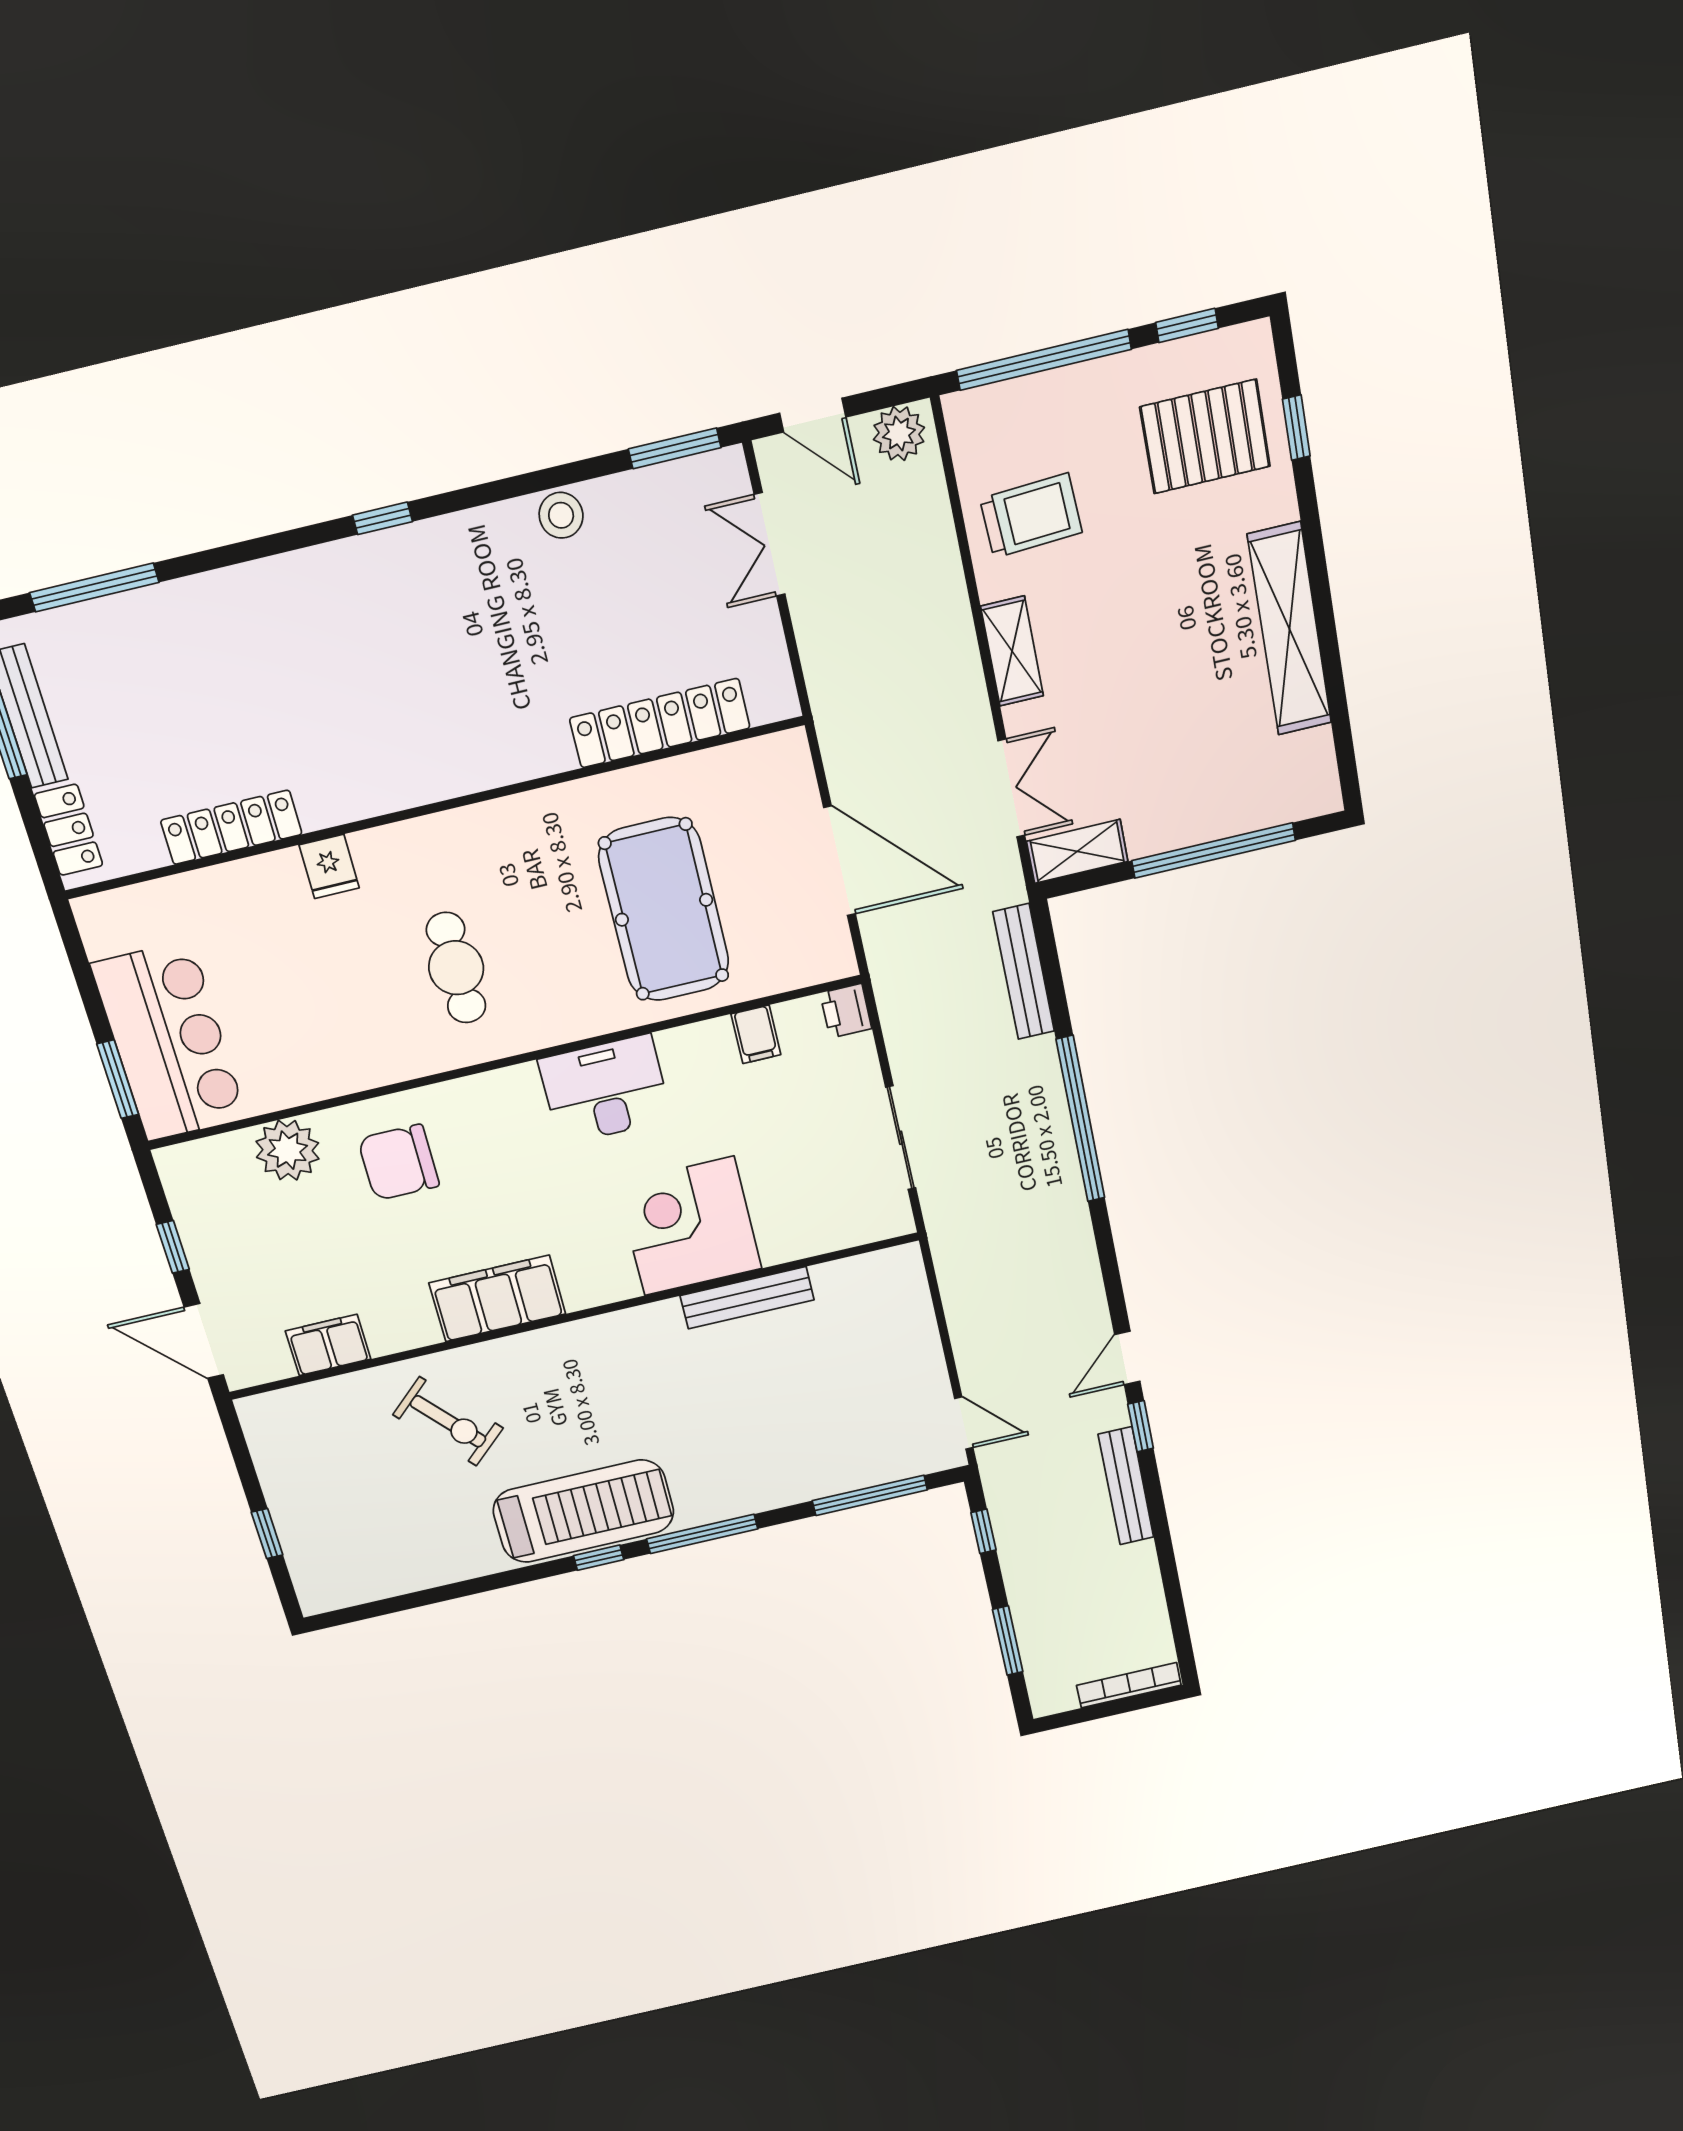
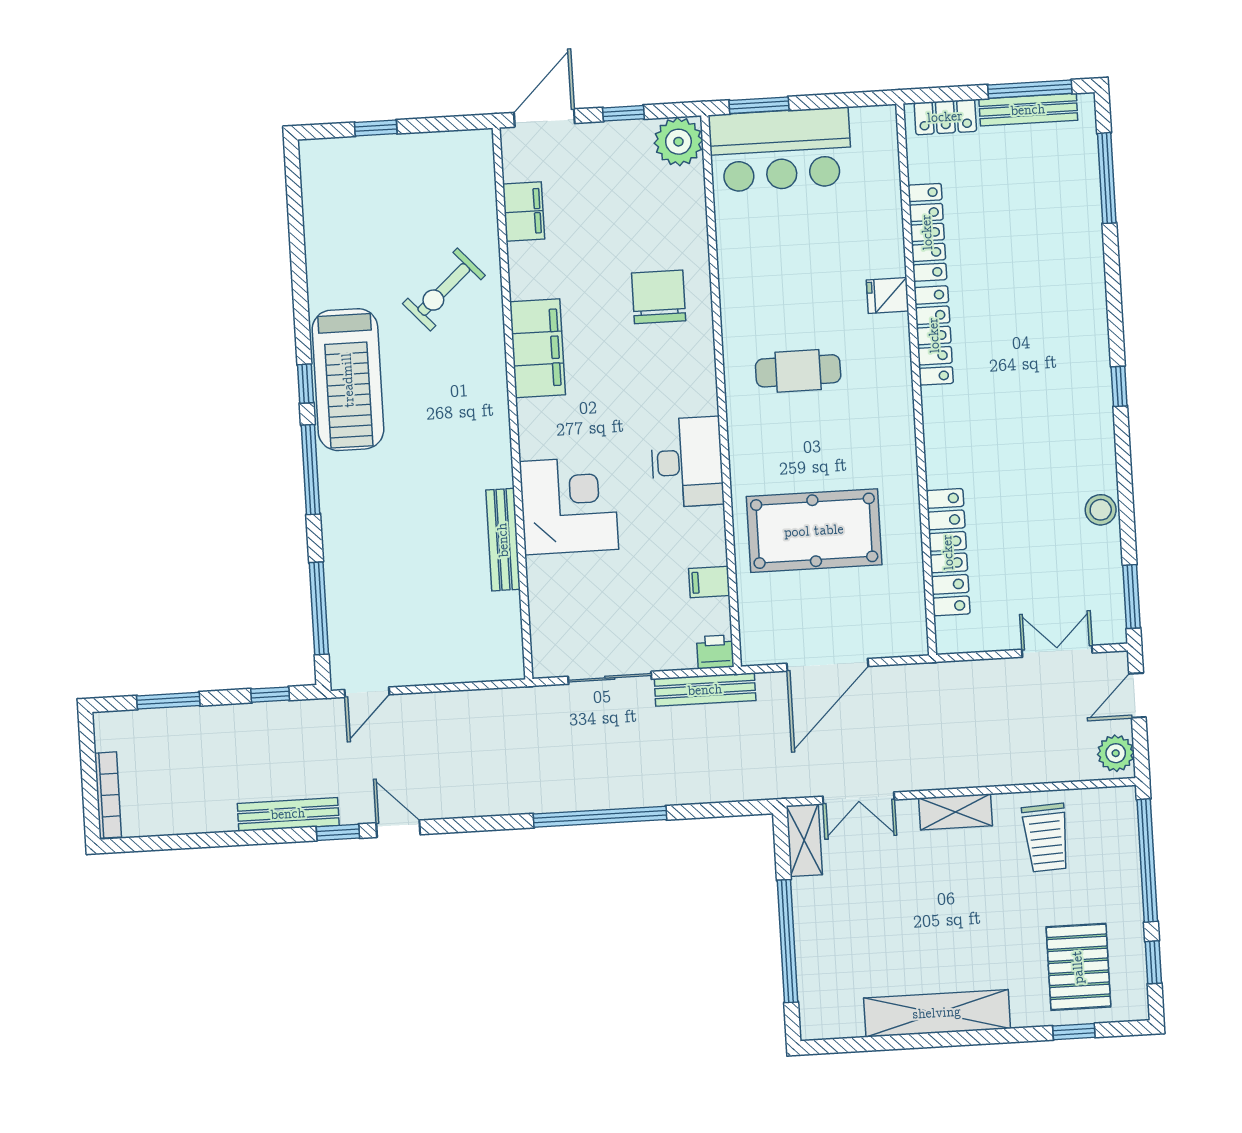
locker: (369, 794) -> (934, 335), added
bench: (1024, 972) -> (705, 690), moved
plant: (288, 1150) -> (678, 142), moved

